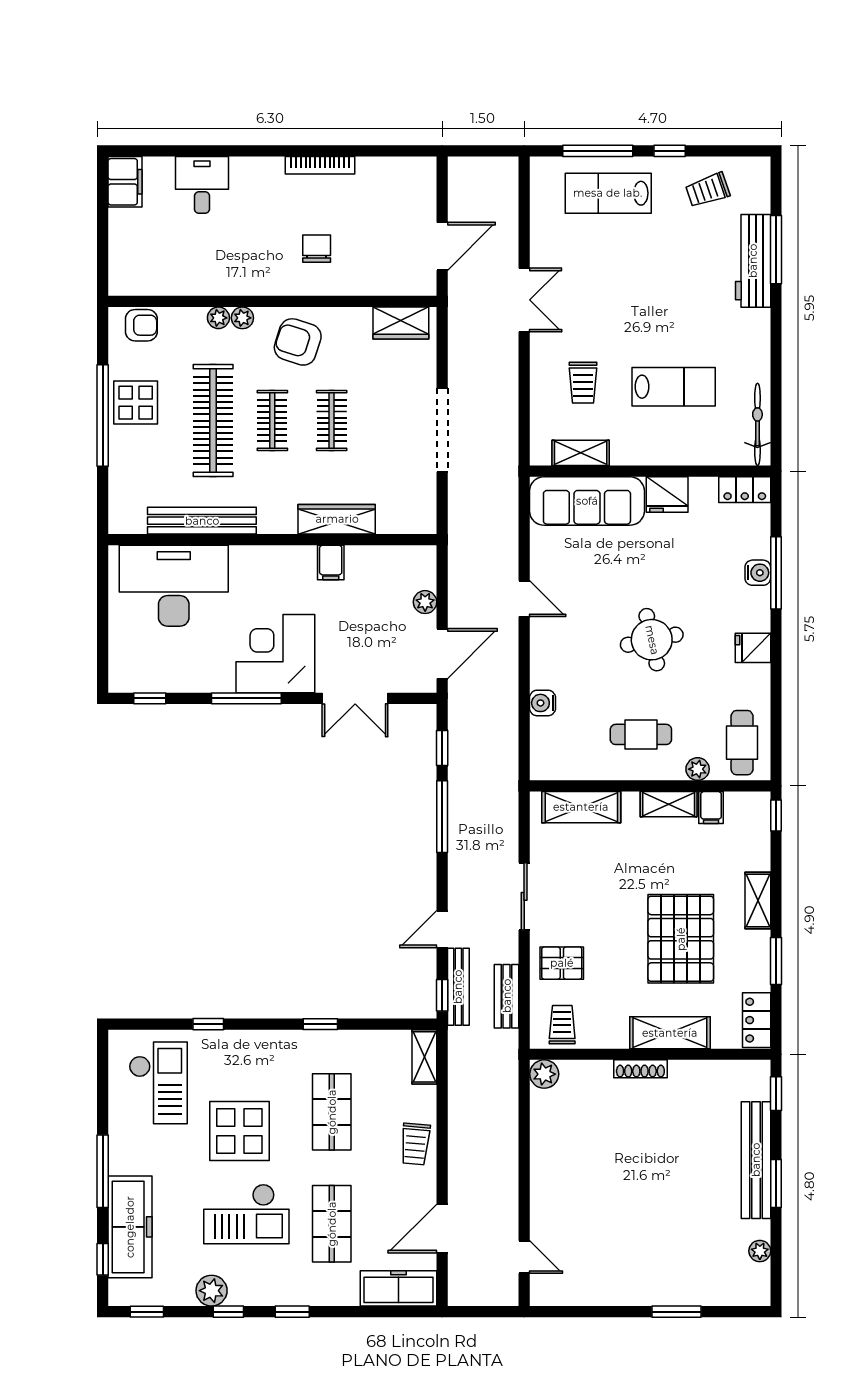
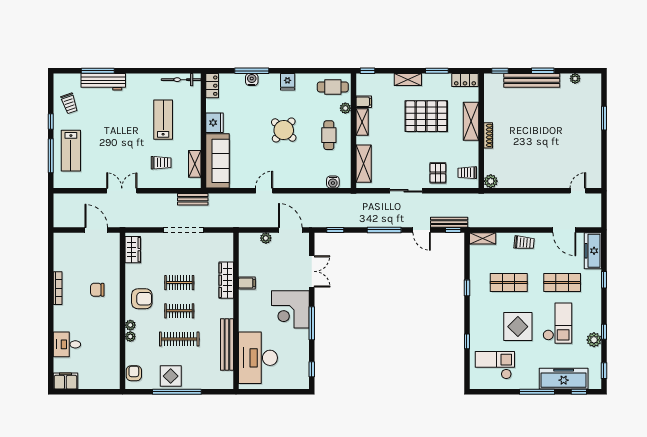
armchair: (298, 342) -> (142, 299), turned -108
clothes rail: (213, 421) -> (179, 339), width x0.73, depth x0.76
round table: (652, 640) -> (284, 130), turned -36
water cooler: (543, 703) -> (333, 182), moved
window: (442, 817) -> (384, 230), moved
bench: (507, 996) -> (193, 199), moved
window: (292, 1312) -> (604, 280), moved

